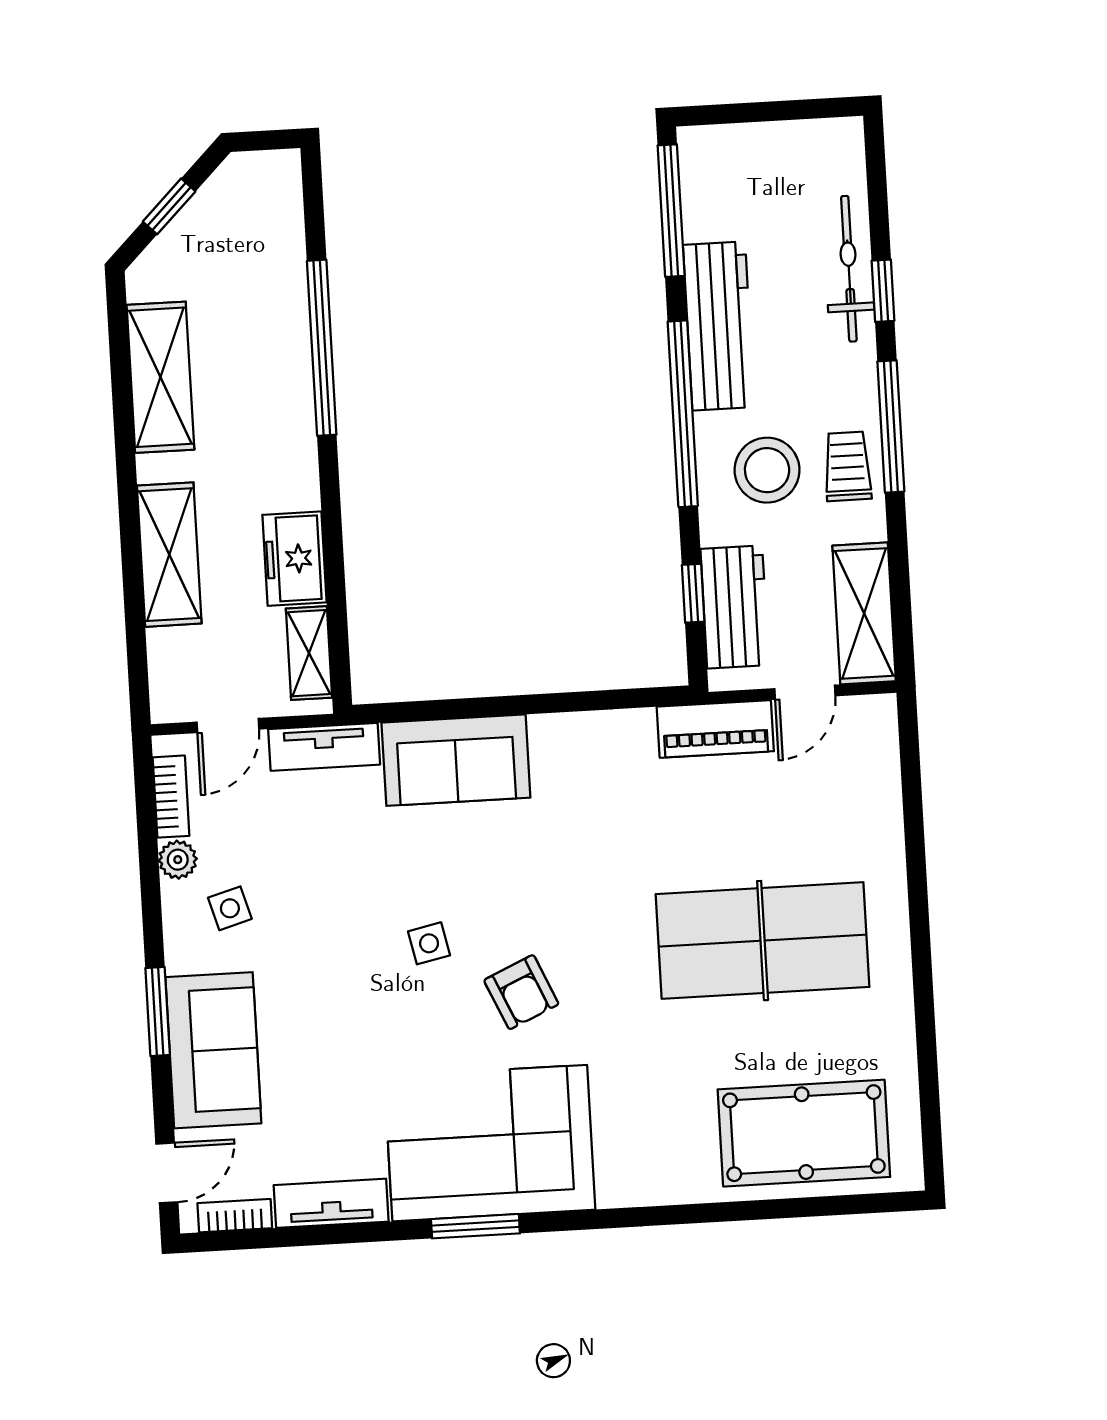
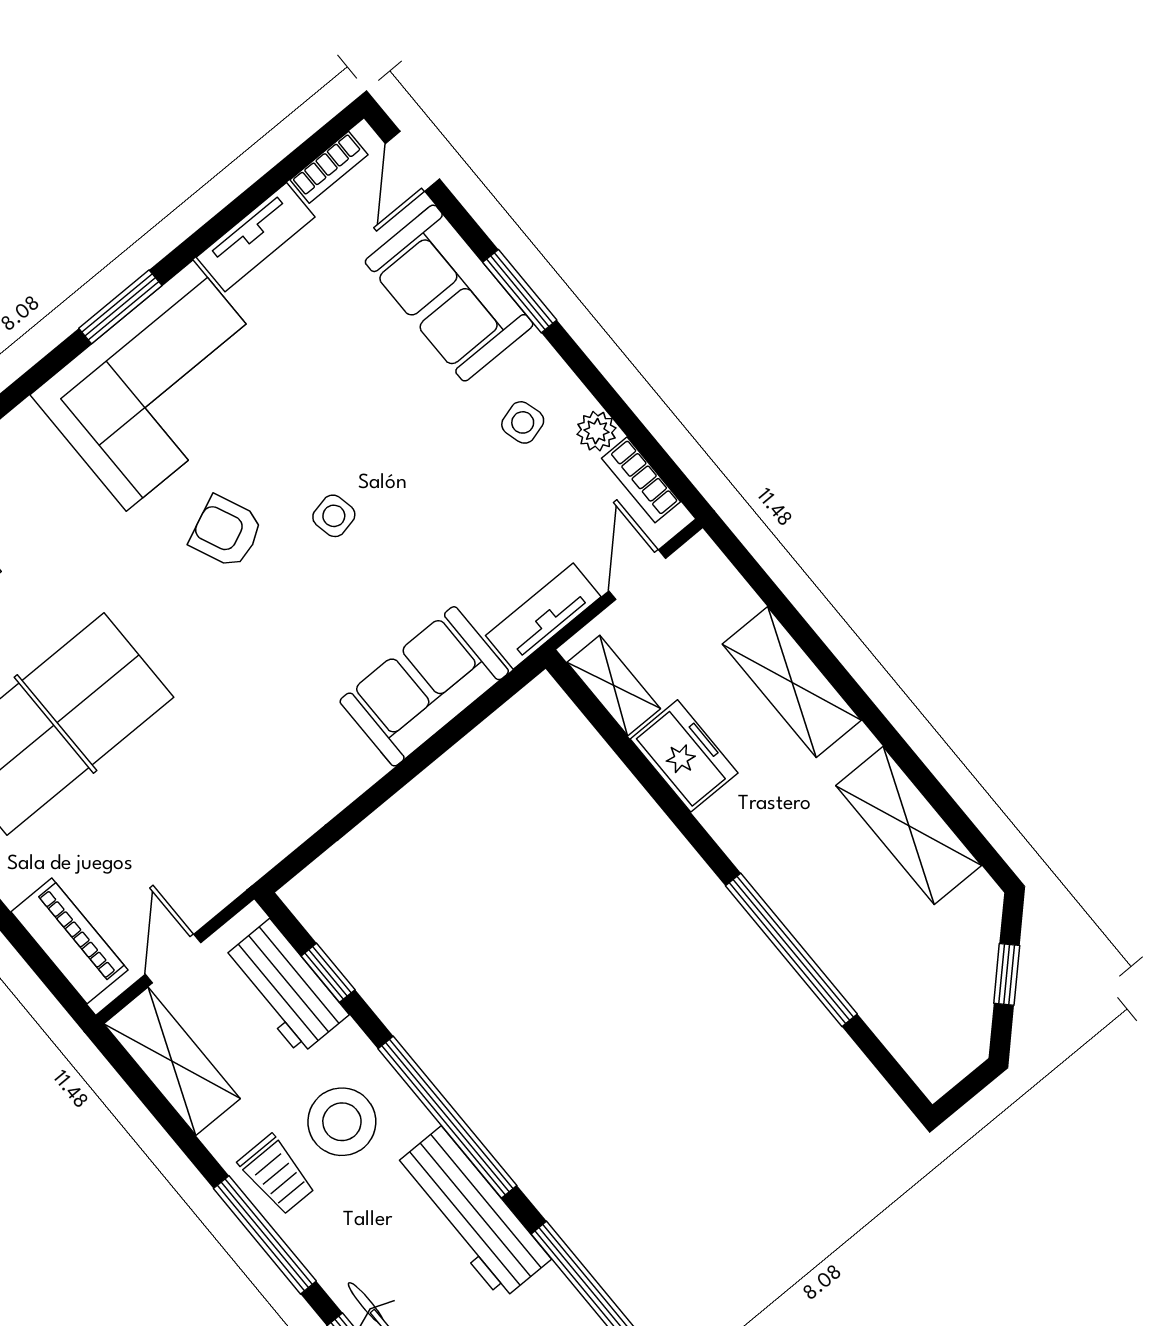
piano: (715, 729) -> (69, 941), moved, turned 90

